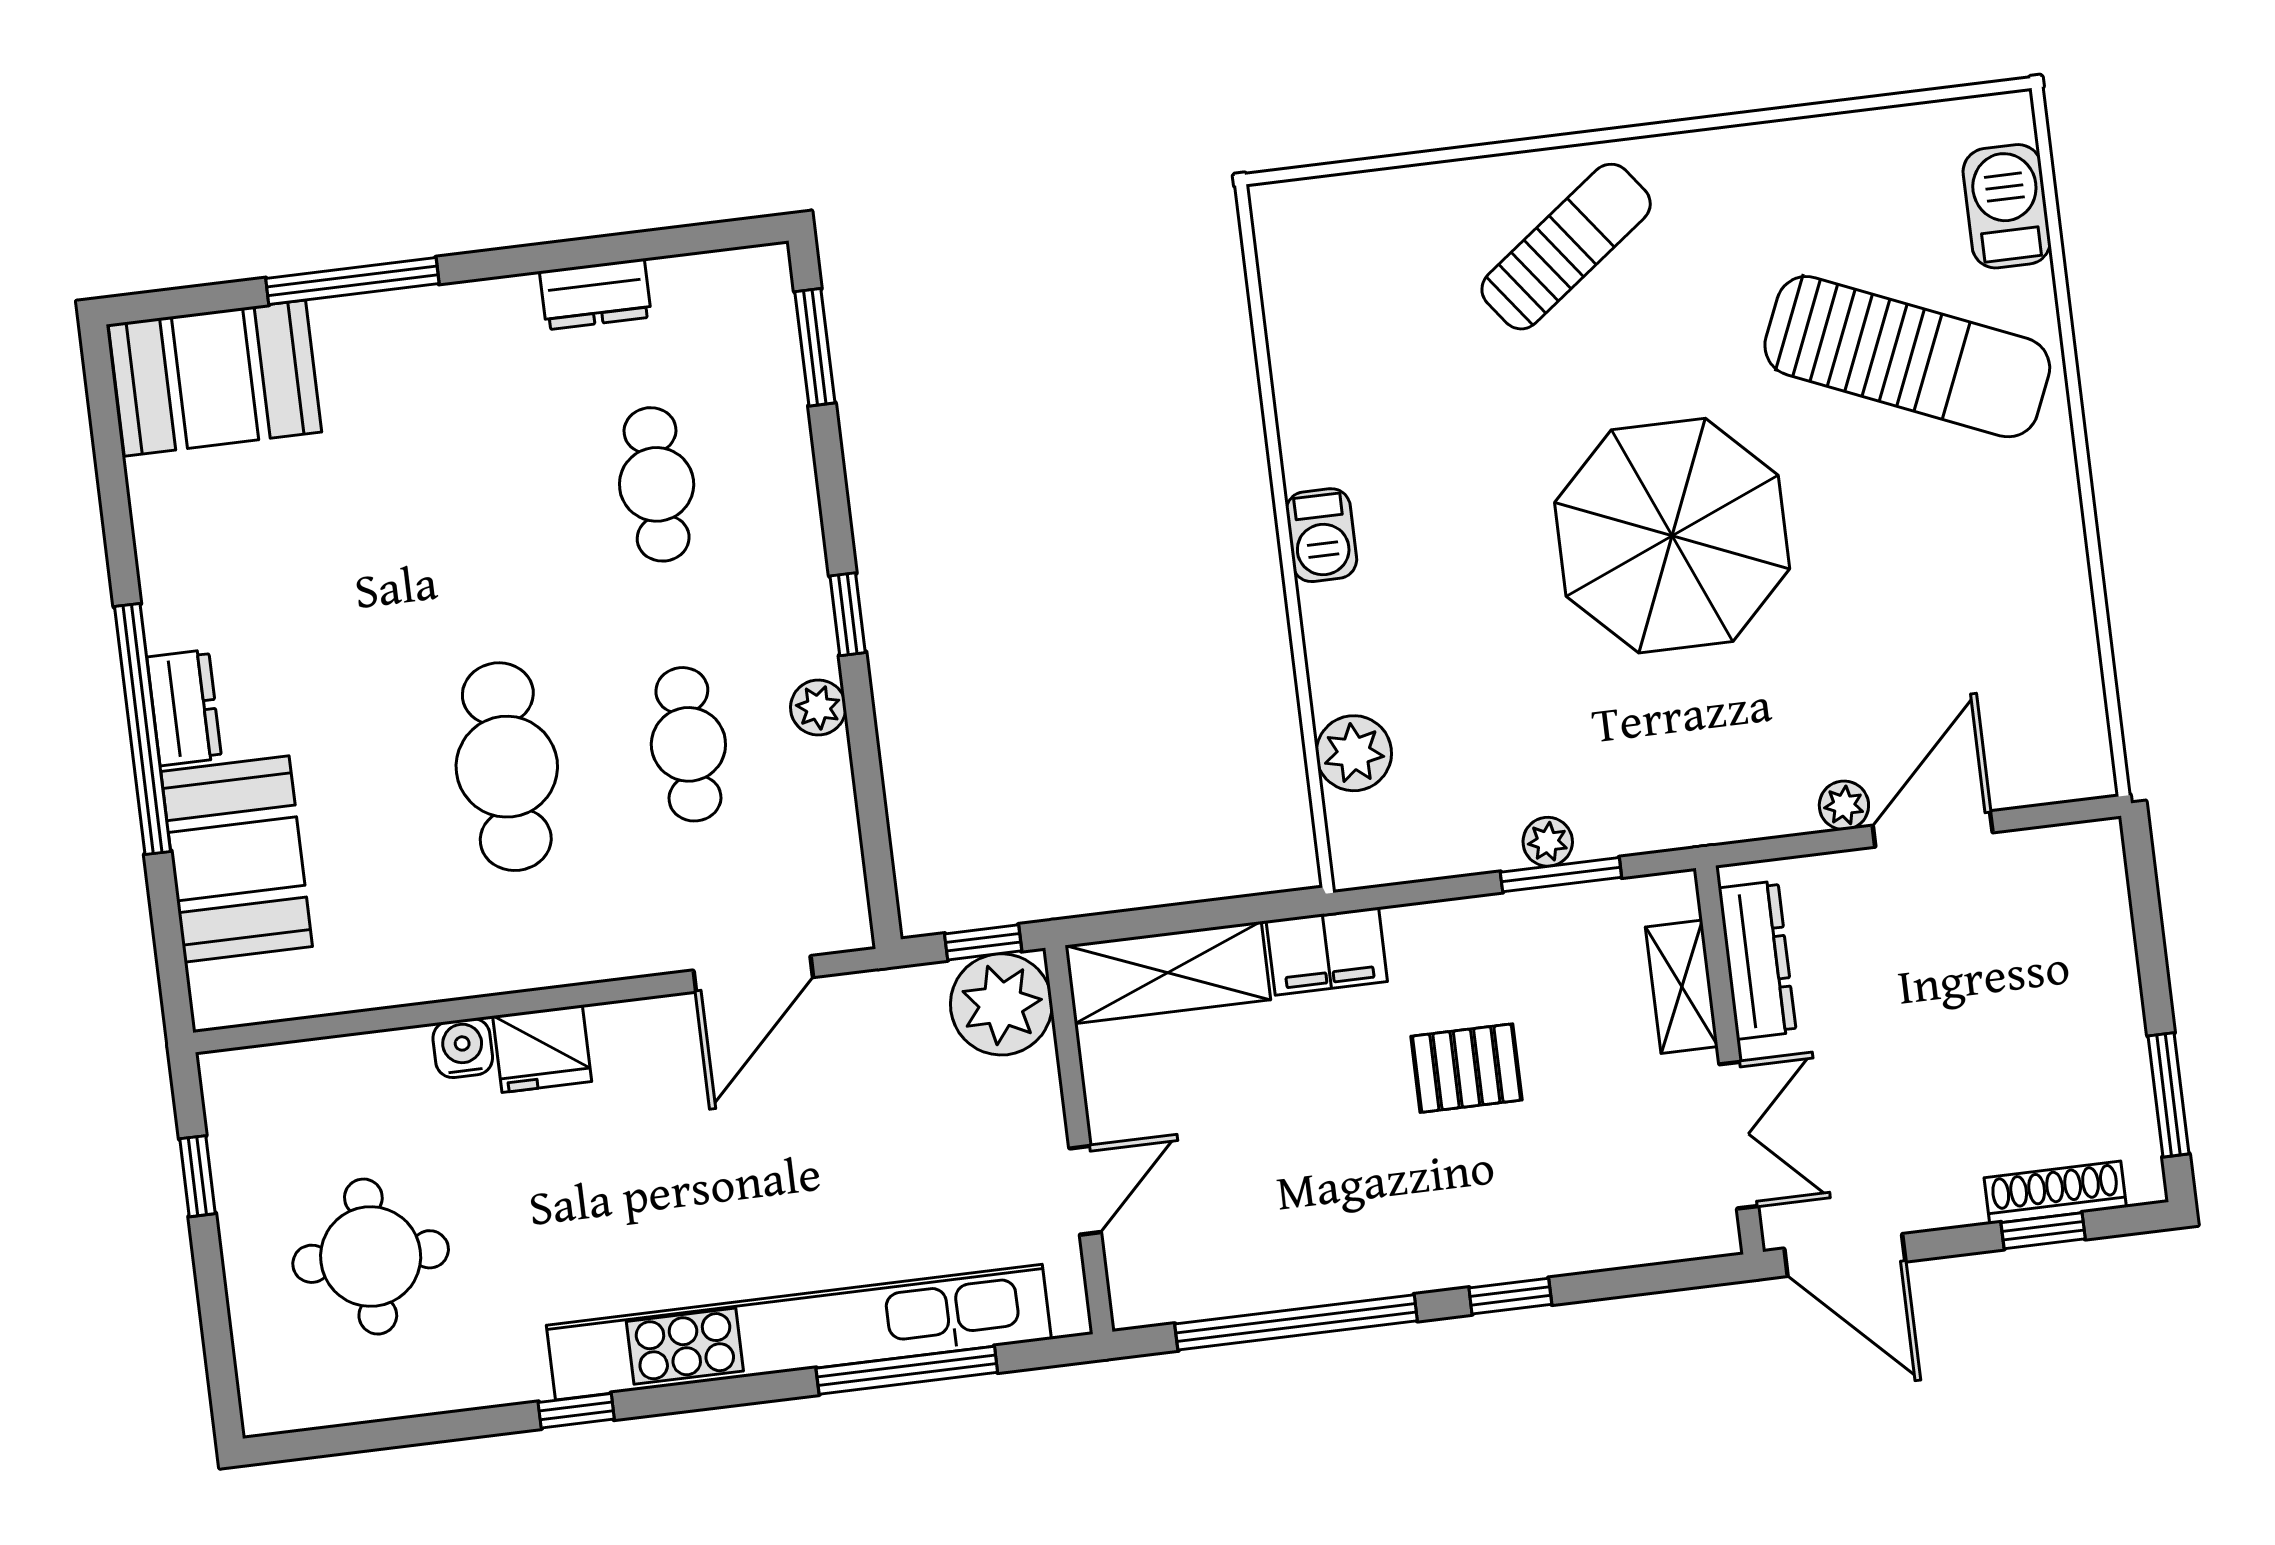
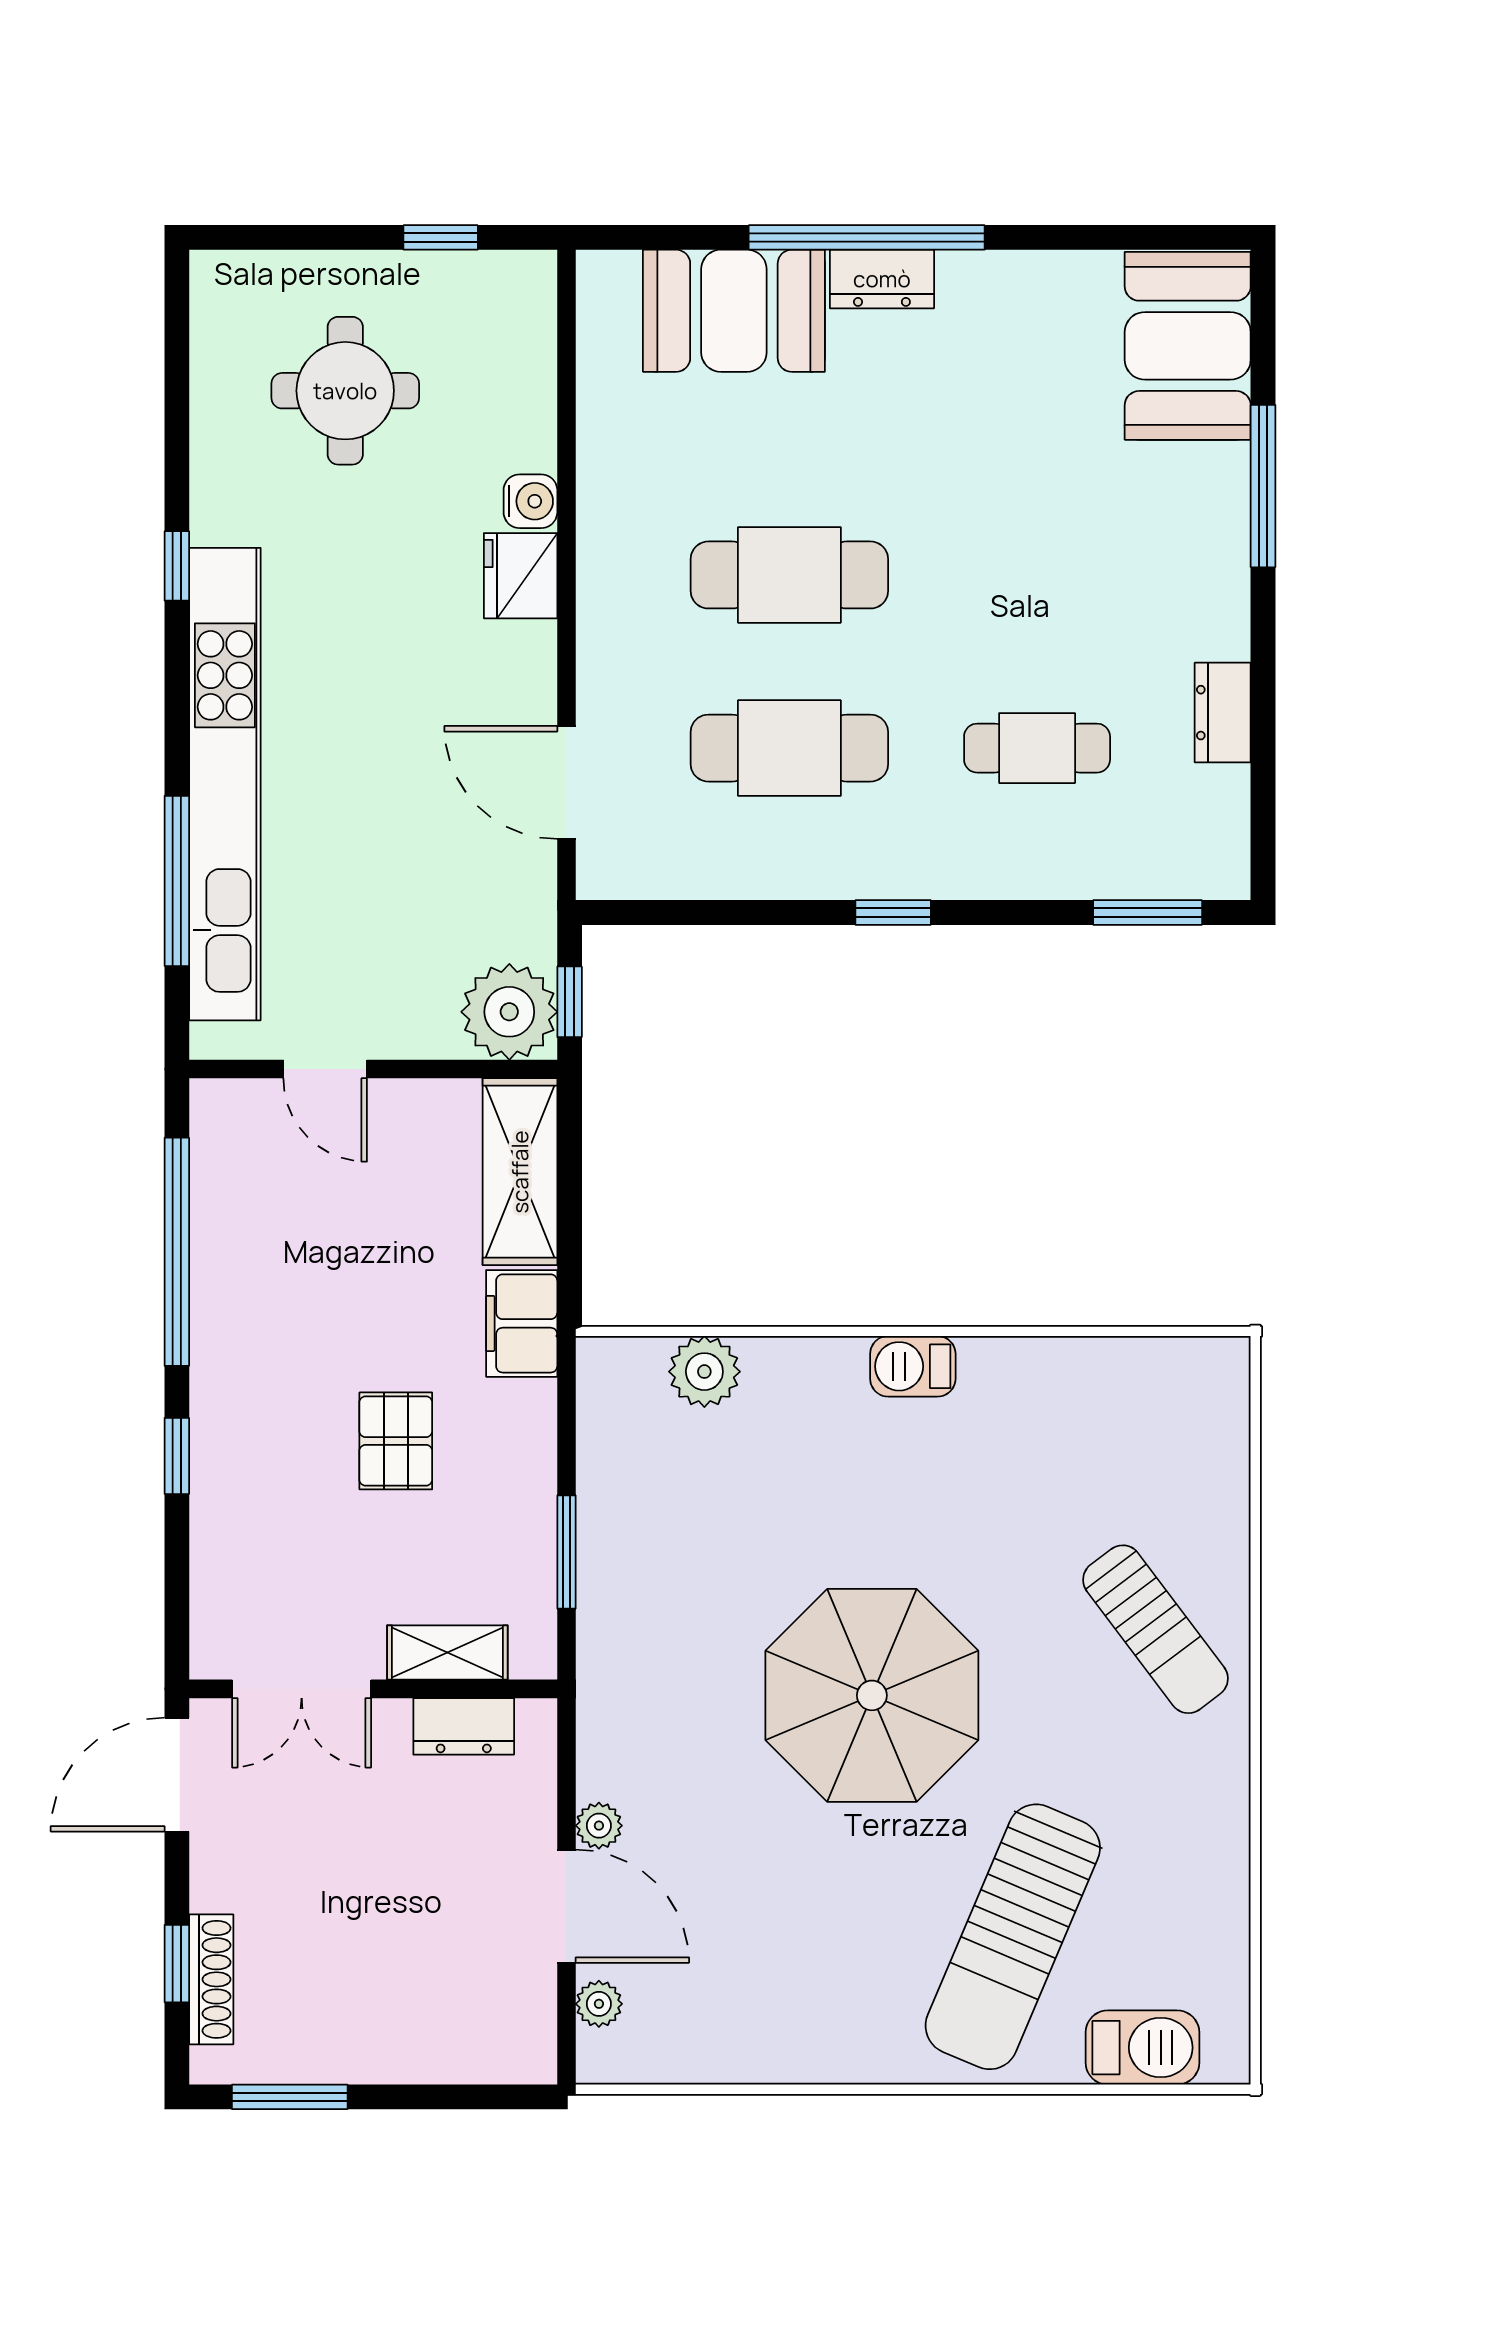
plant: (818, 708) -> (809, 874), removed
cafe table: (688, 744) -> (789, 748), width x1.37, depth x1.35
plant: (1548, 842) -> (599, 2004), moved
dresser: (1757, 960) -> (464, 1726), width x0.70

